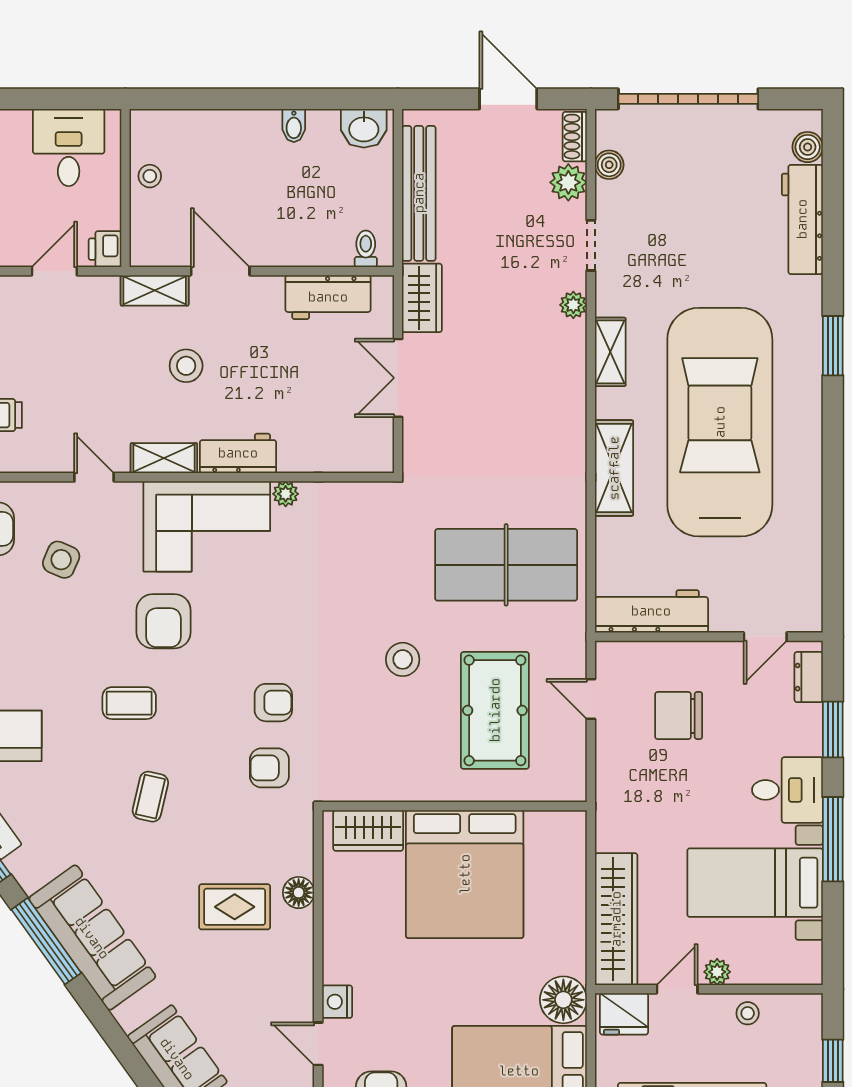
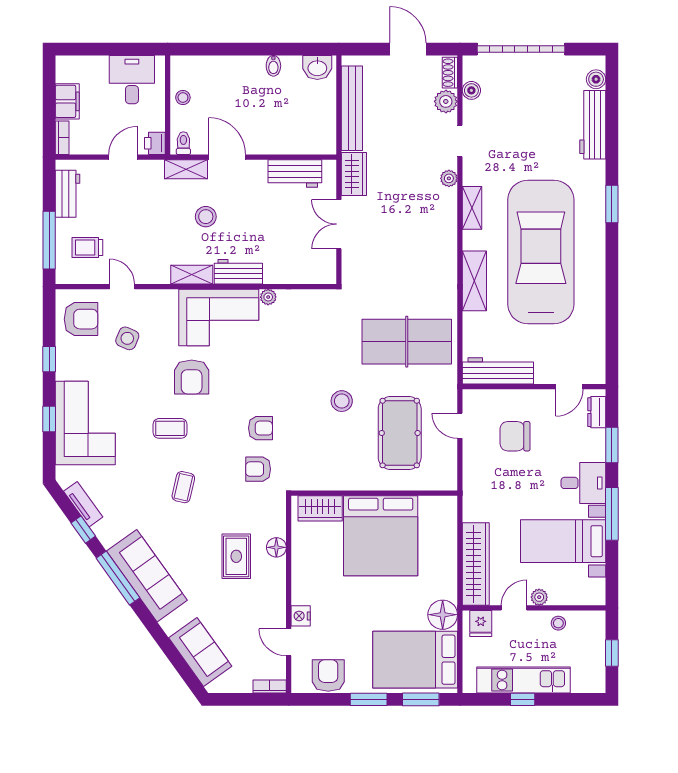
toilet: (366, 249) -> (183, 143), moved
door: (94, 477) -> (122, 287), moved
rug: (235, 907) -> (236, 556), turned 90
fridge: (624, 1014) -> (481, 624), width x0.72

